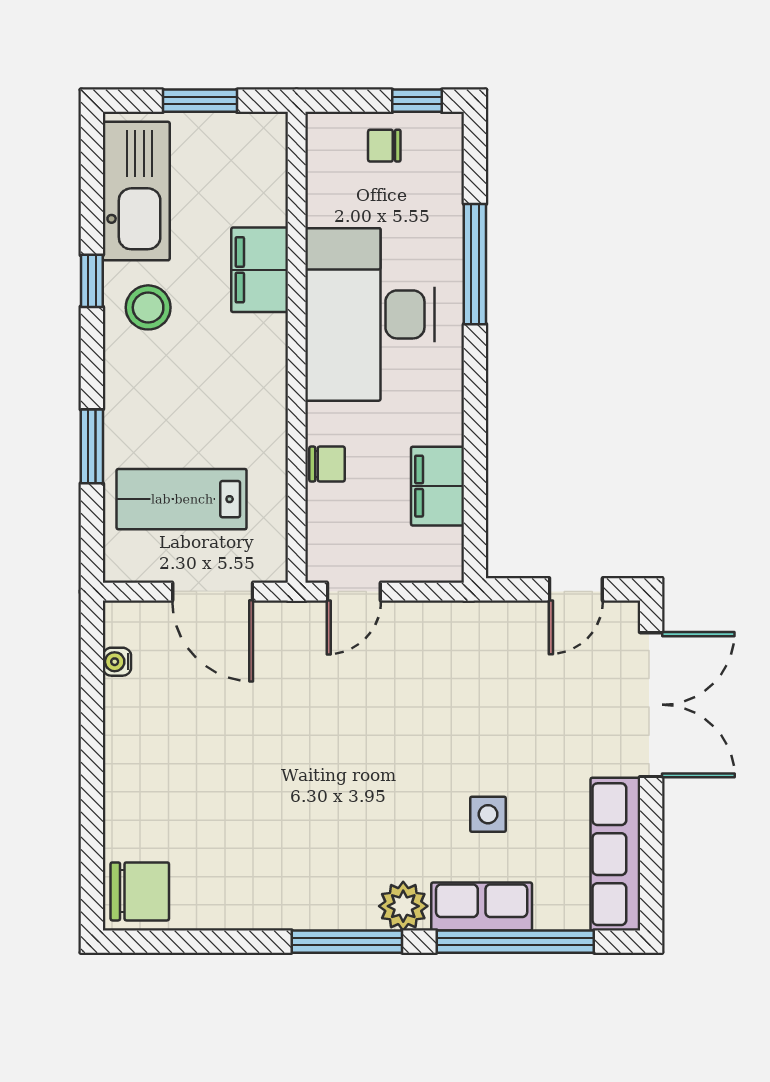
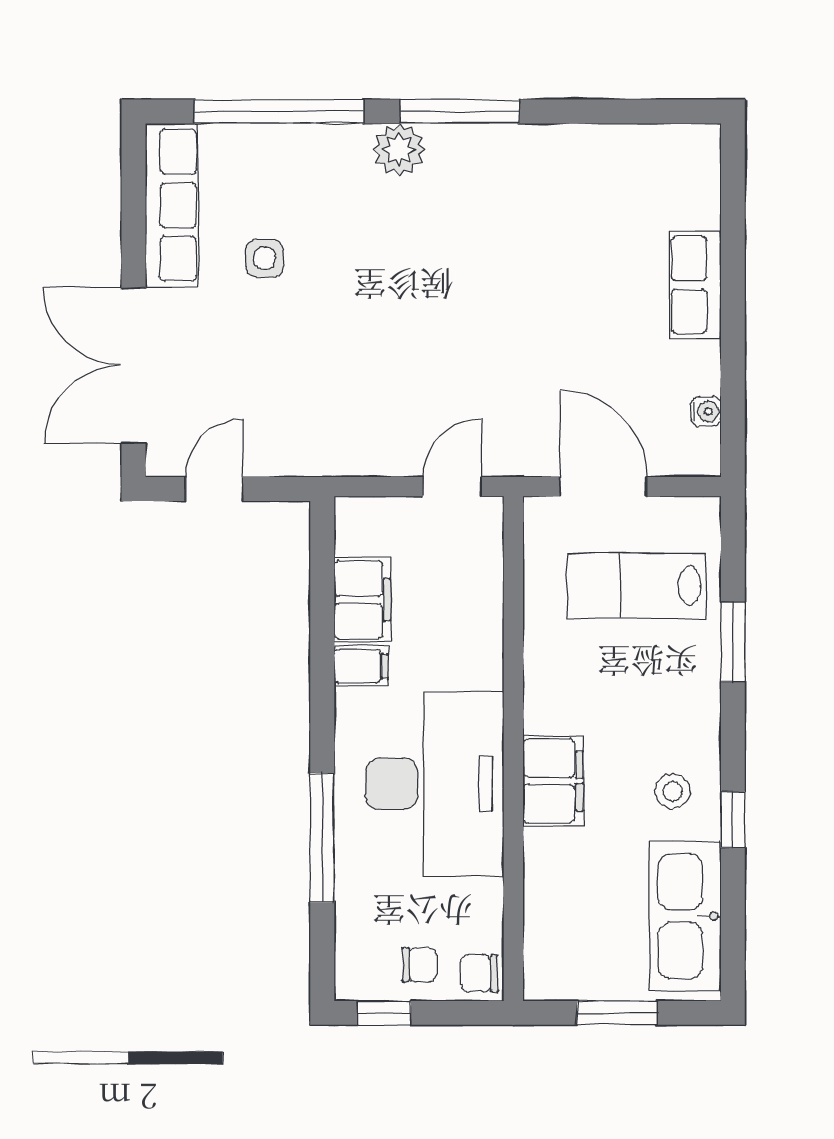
filing cabinet: (260, 270) -> (553, 781), moved
stool: (148, 307) -> (673, 791), width x0.73, depth x0.73
filing cabinet: (439, 424) -> (361, 666), added
chair: (327, 464) -> (479, 973), moved
lab bench: (182, 499) -> (637, 586), turned 180
side table: (488, 814) -> (265, 258), moved
chair: (140, 891) -> (681, 165), removed
row of seats: (482, 907) -> (695, 285), moved, turned 90

